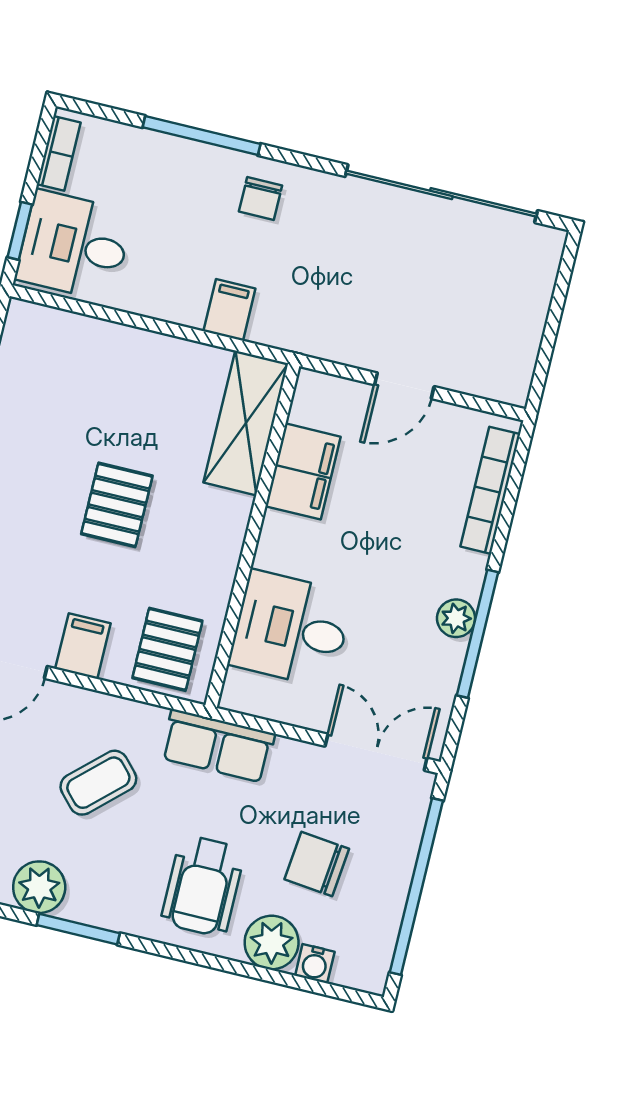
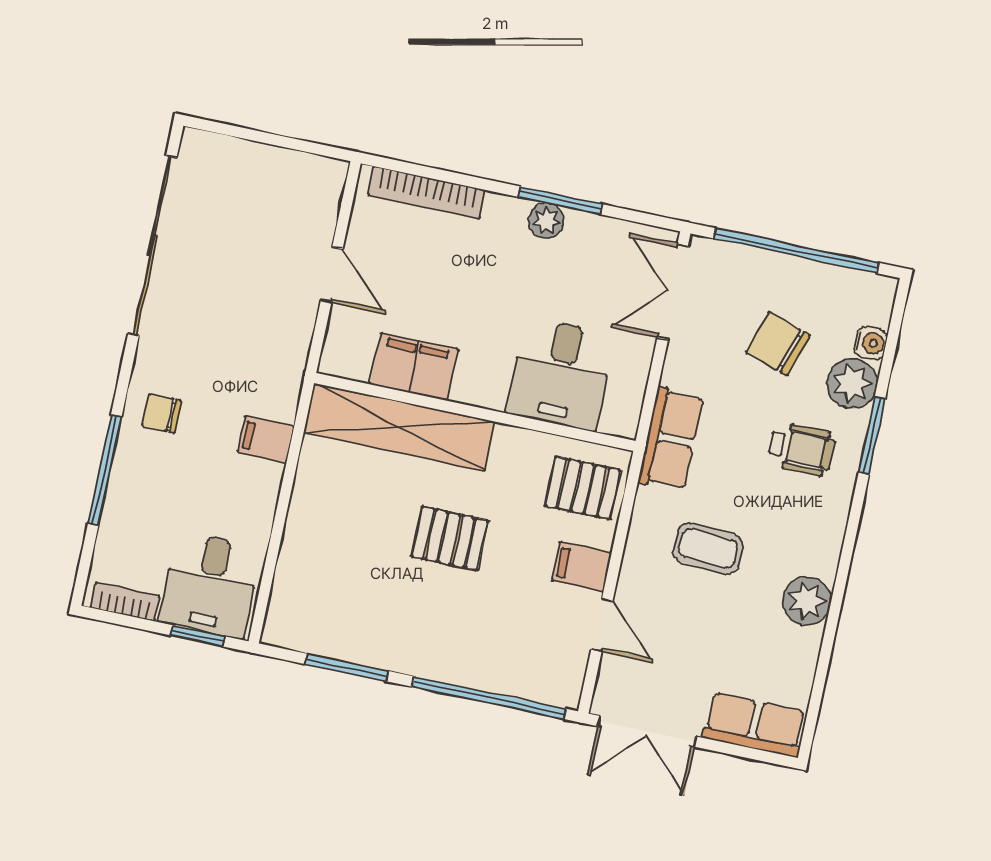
chair: (260, 199) -> (162, 413), turned 180
shelving: (246, 423) -> (399, 427), width x1.47
window: (478, 634) -> (560, 200), width x0.69
coffee table: (98, 783) -> (708, 549), turned -44
chair: (317, 864) -> (778, 344), turned 102
wheelchair: (203, 886) -> (801, 449), width x0.73, depth x0.73
window: (78, 929) -> (872, 436), moved

